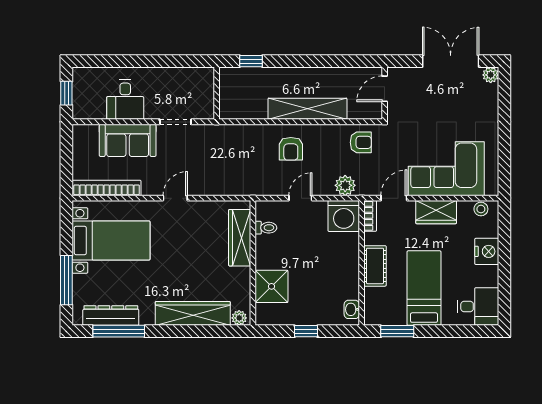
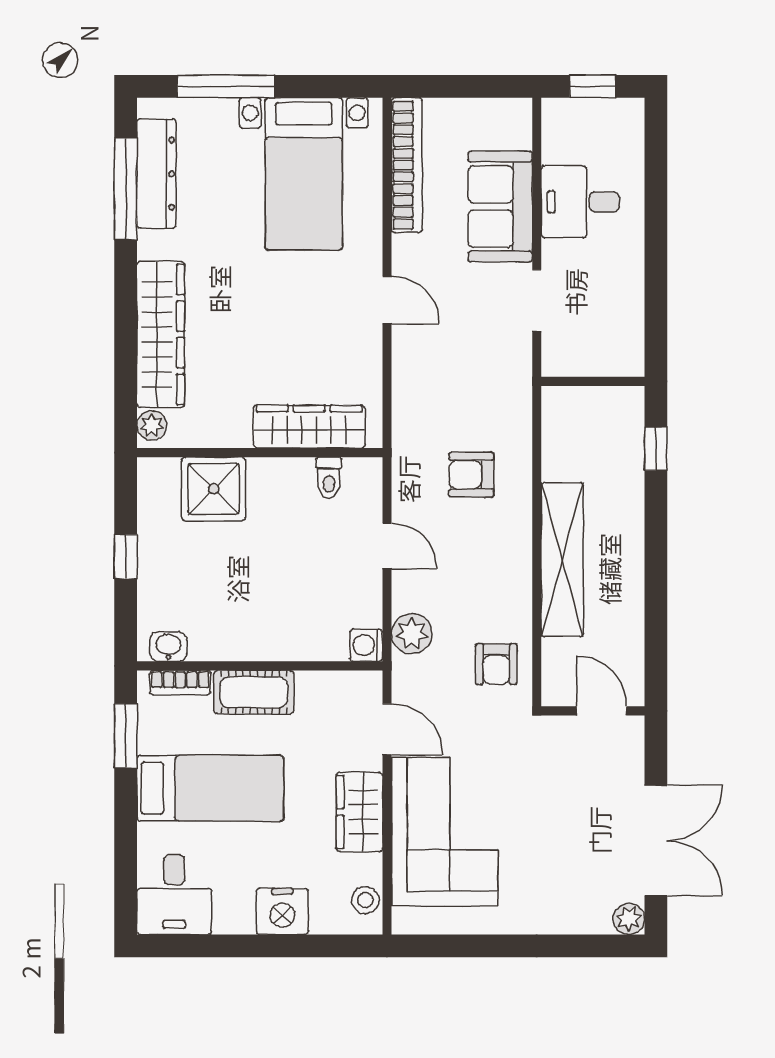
armchair: (291, 149) -> (471, 475), moved
washing machine: (344, 216) -> (366, 645), width x0.53, depth x0.53
bookcase: (370, 216) -> (180, 683), moved

